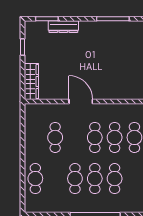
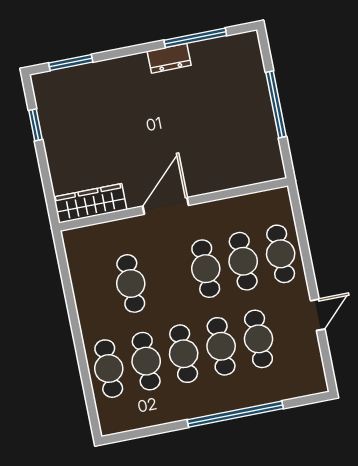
dresser: (63, 27) -> (169, 58), moved, width x0.70
wardrobe: (31, 82) -> (90, 203), moved, turned -90
door: (81, 101) -> (166, 206), hinge flipped
cafe table: (55, 179) -> (146, 361), added

